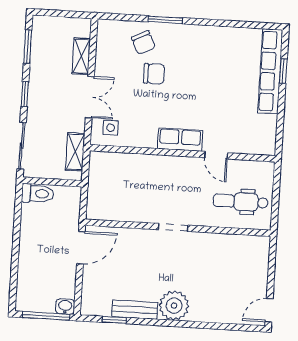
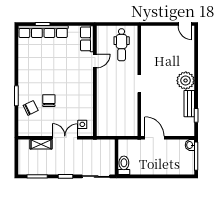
row of seats: (180, 140) -> (87, 39), moved
shelving: (75, 152) -> (98, 145), removed

